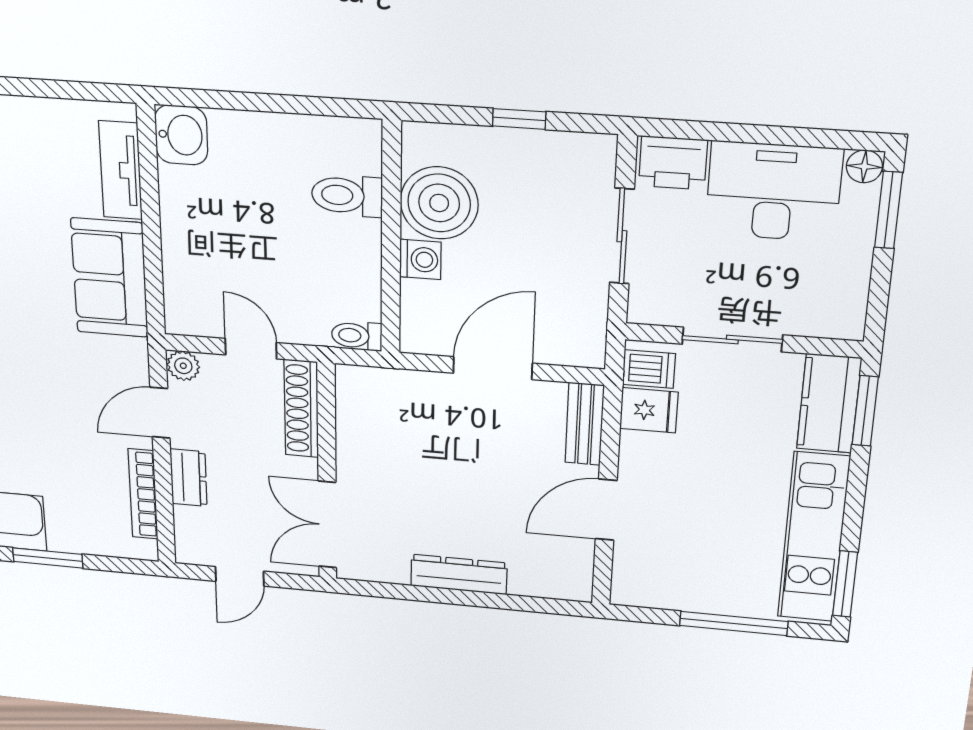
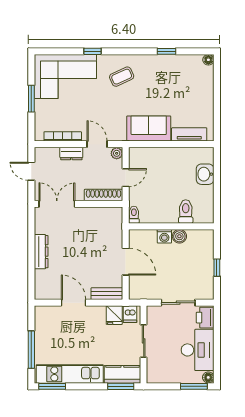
washbasin: (181, 135) -> (205, 174), moved, turned 90
boiler: (439, 203) -> (179, 236), width x0.54, depth x0.54

